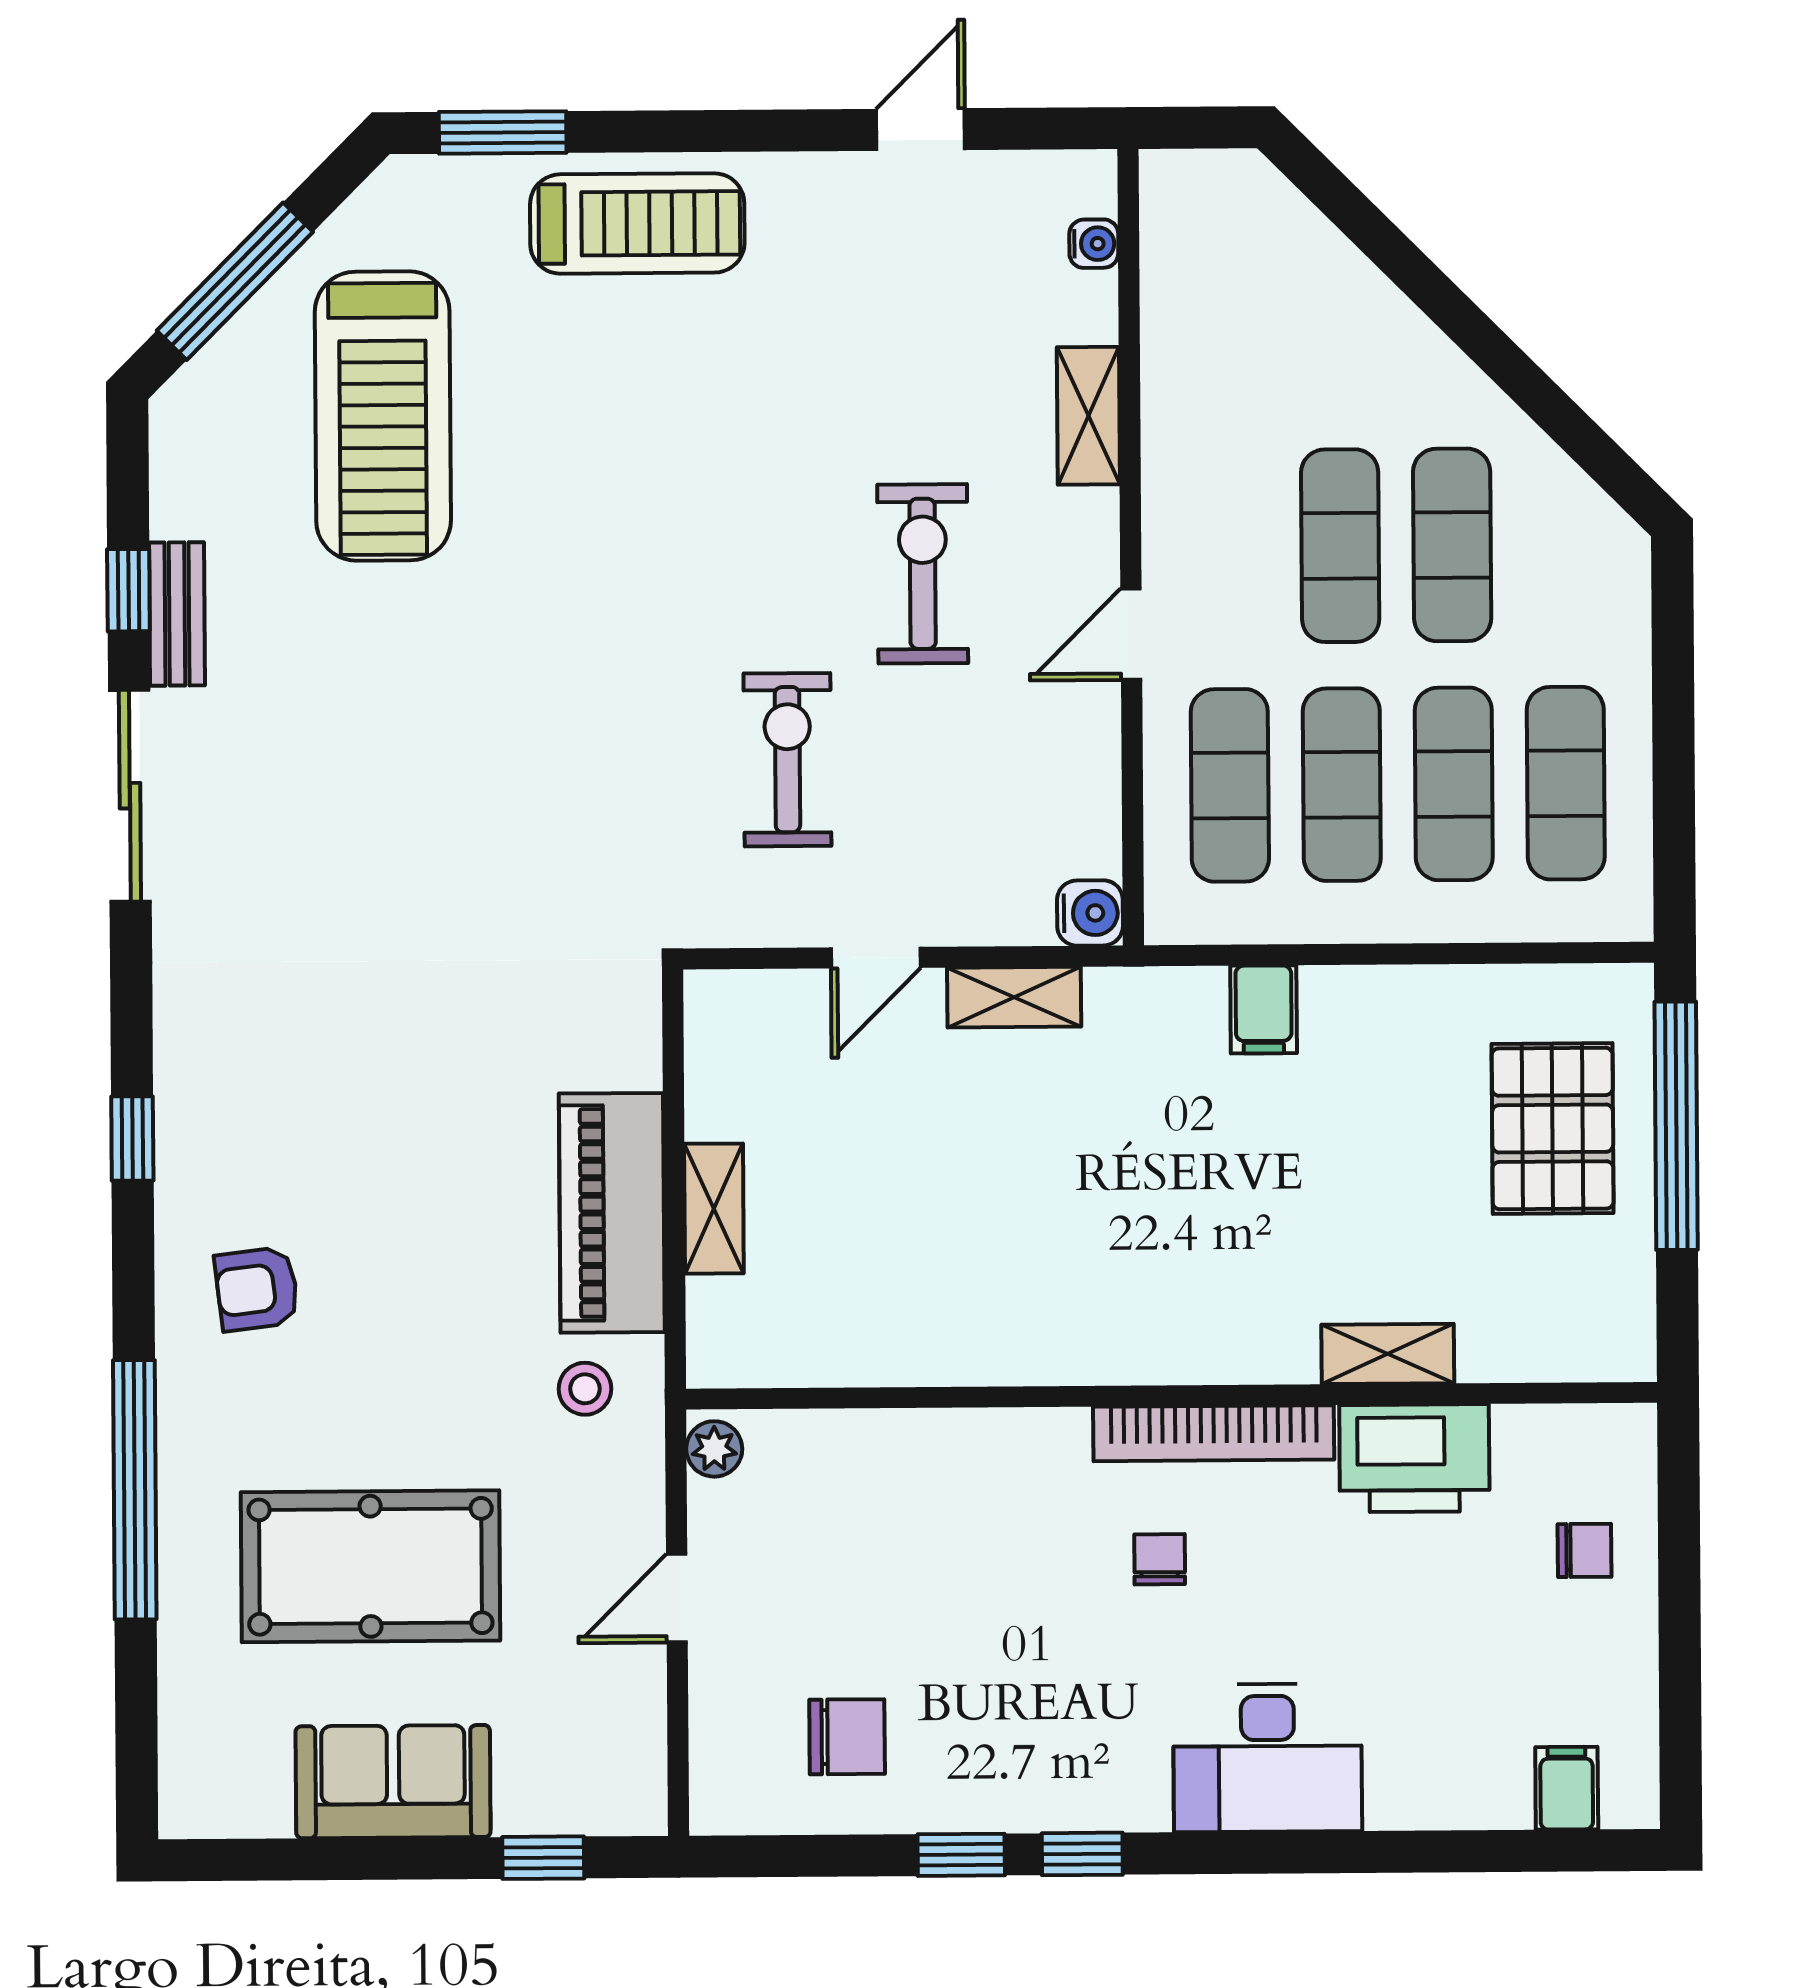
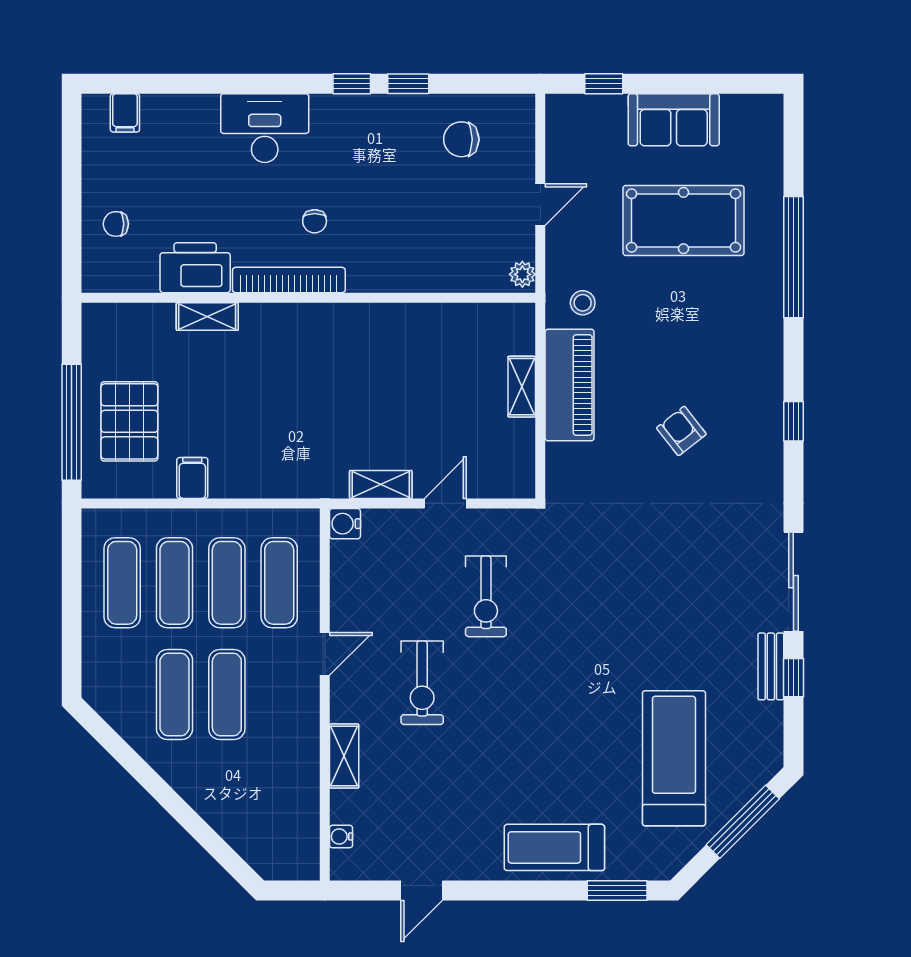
filing cabinet: (1264, 1009) -> (192, 478), moved
armchair: (257, 1289) -> (681, 431), moved, turned -121

